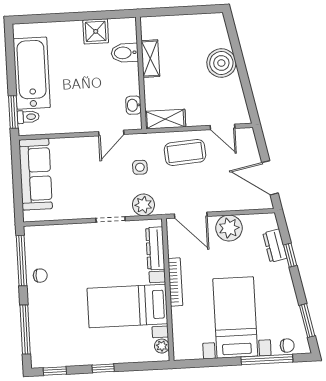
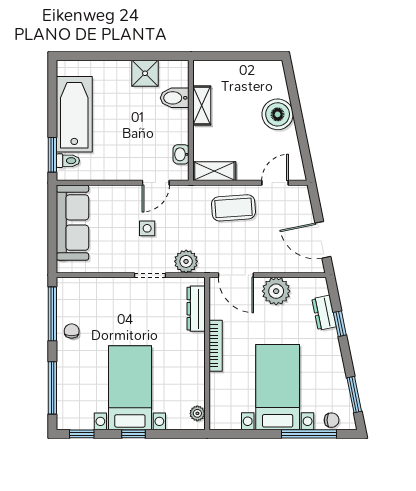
door: (223, 127) -> (275, 183), swing flipped
side table: (140, 167) -> (147, 228), moved
chair: (40, 276) -> (72, 331), turned -90
bed with nightstands: (127, 306) -> (130, 388), moved, turned 90

